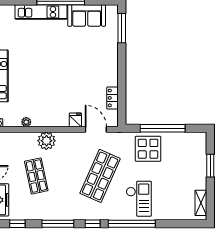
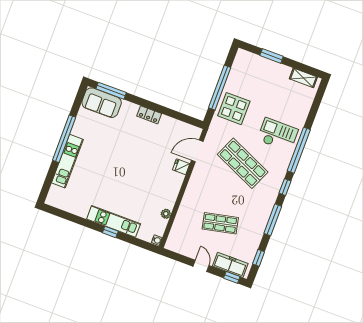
sofa: (87, 16) -> (102, 103), moved, turned 90
locker: (113, 98) -> (149, 115), moved
plant: (46, 141) -> (191, 201), removed

